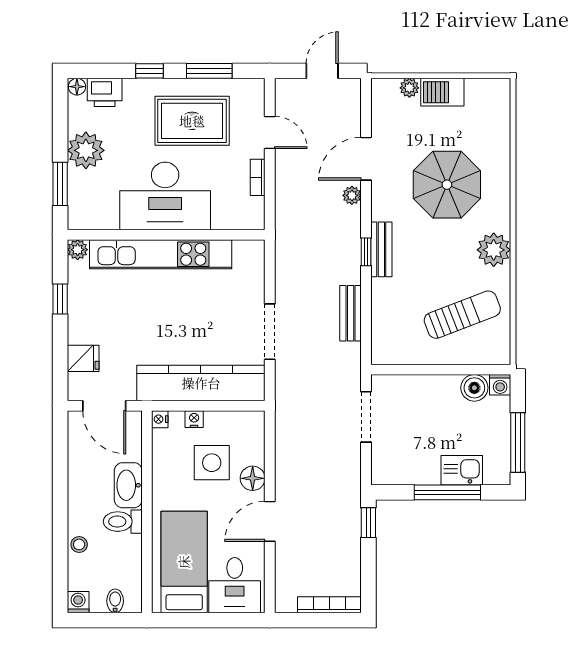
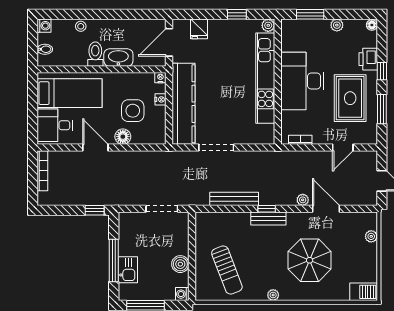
printer: (105, 92) -> (368, 59), moved
barbecue: (442, 92) -> (364, 292), moved, turned 90
plant: (86, 150) -> (337, 25), width x0.53, depth x0.53
bookcase: (258, 177) -> (300, 140), moved
plant: (494, 250) -> (273, 295), width x0.53, depth x0.53
bench: (351, 313) -> (234, 199), width x1.36
boiler: (474, 388) -> (180, 264), moved
bookcase: (329, 605) -> (42, 171), moved

